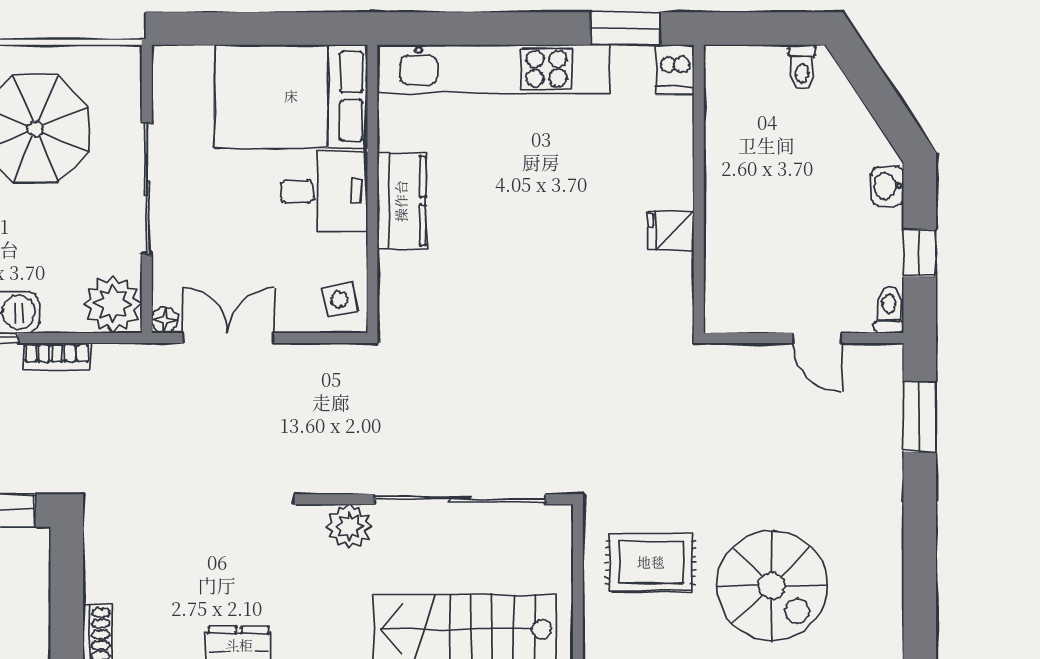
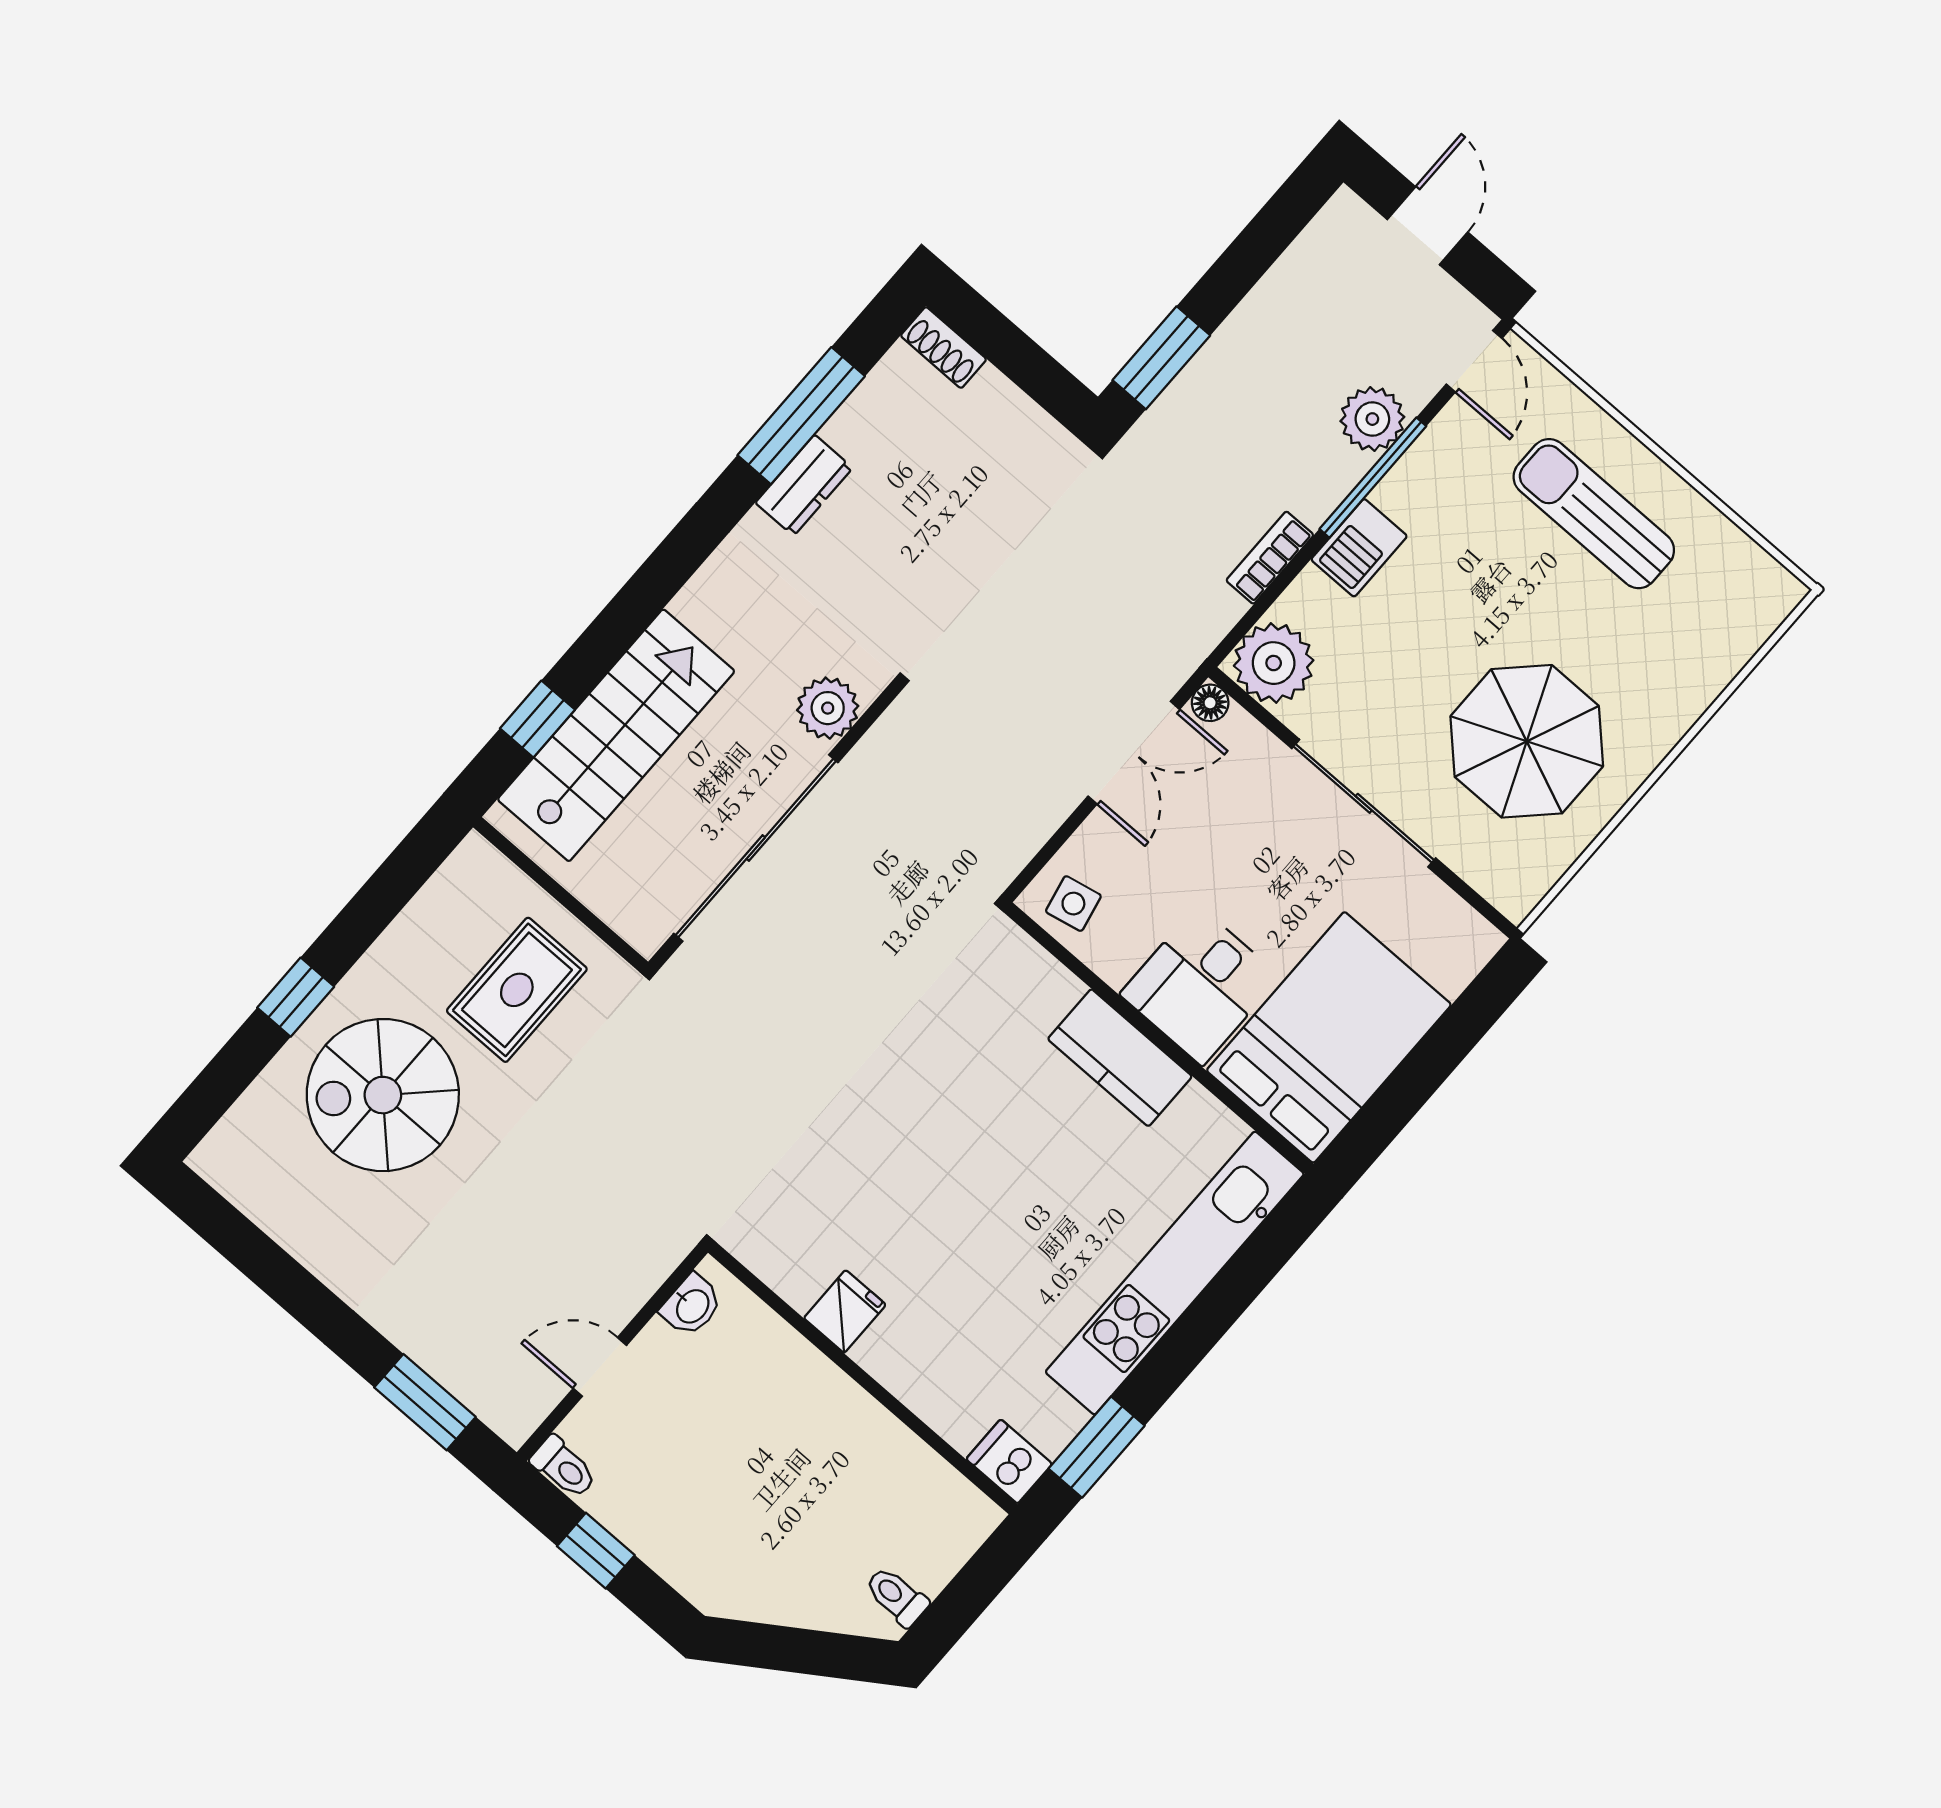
washbasin: (887, 186) -> (692, 1306), moved, turned 90

